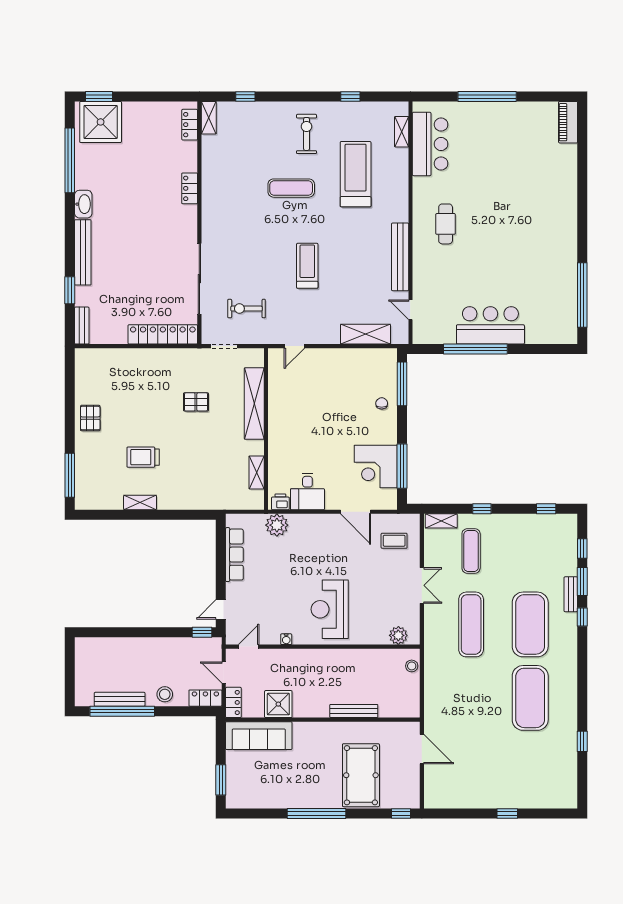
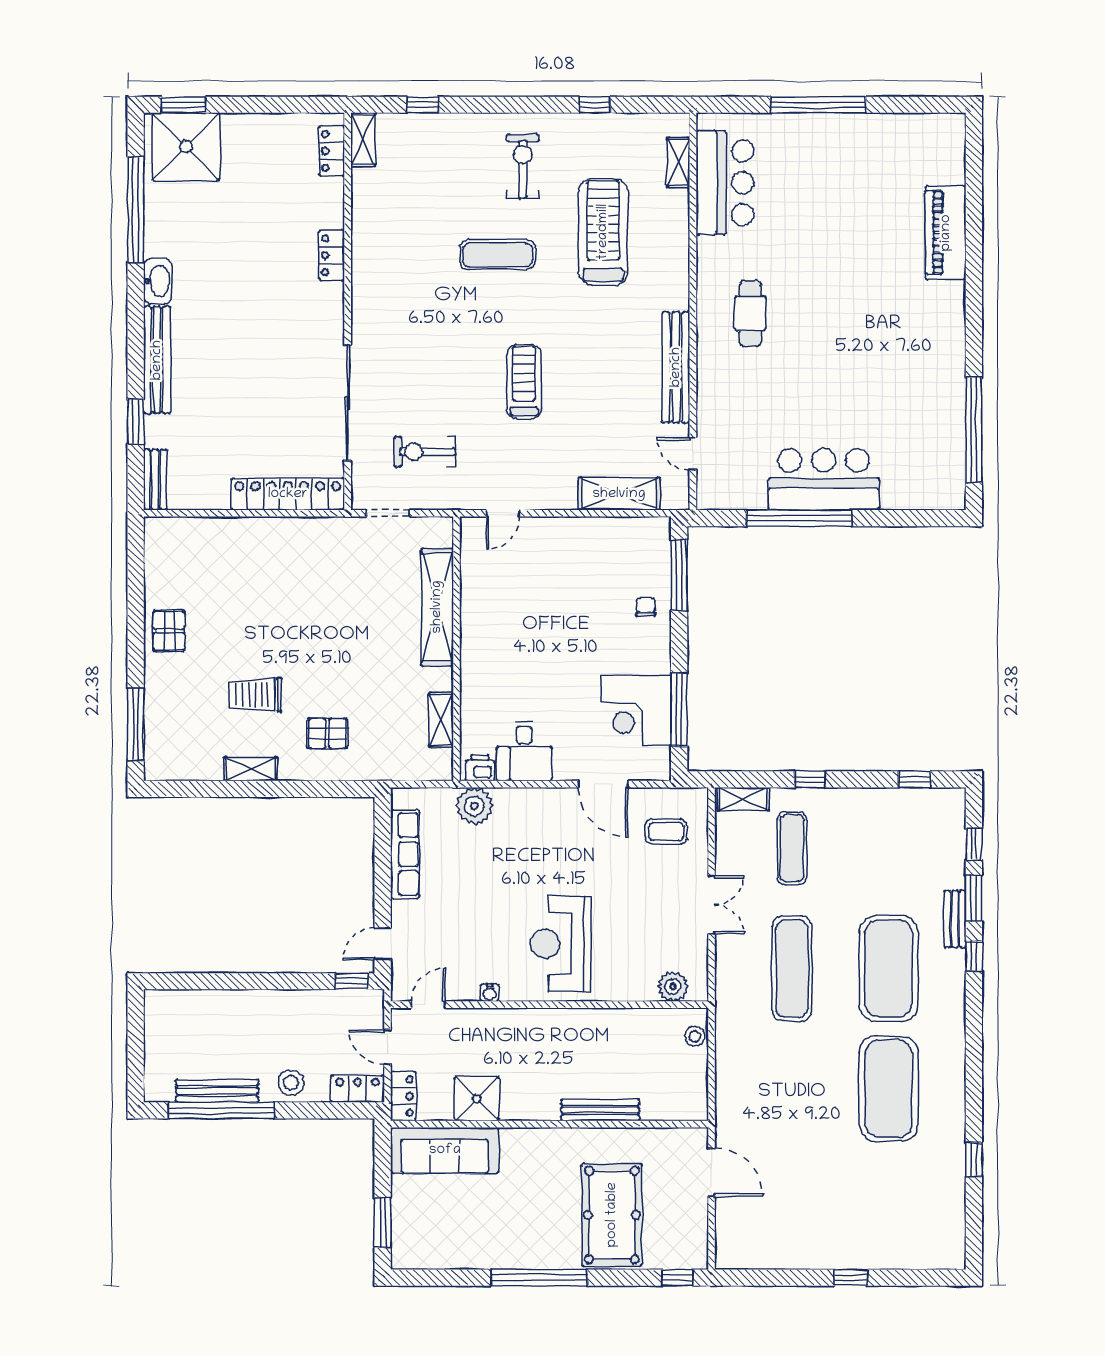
piano: (568, 122) -> (946, 233), moved, width x1.37, depth x1.33
pallet: (196, 402) -> (327, 733), moved

